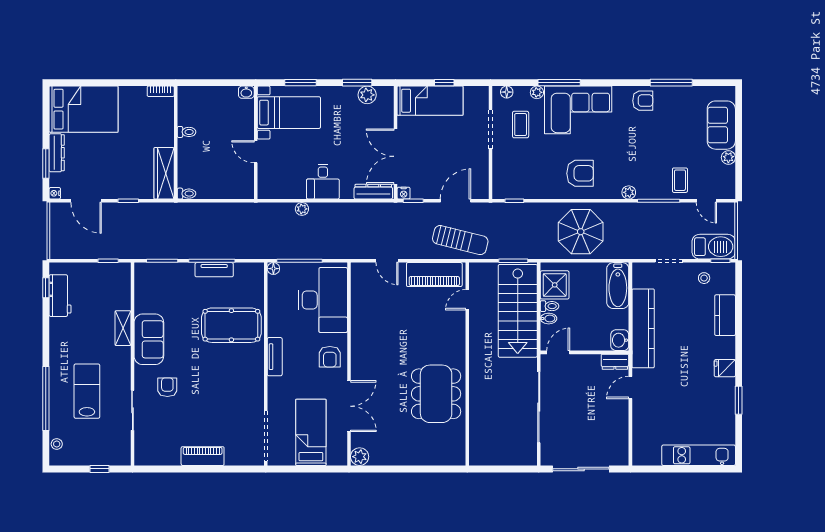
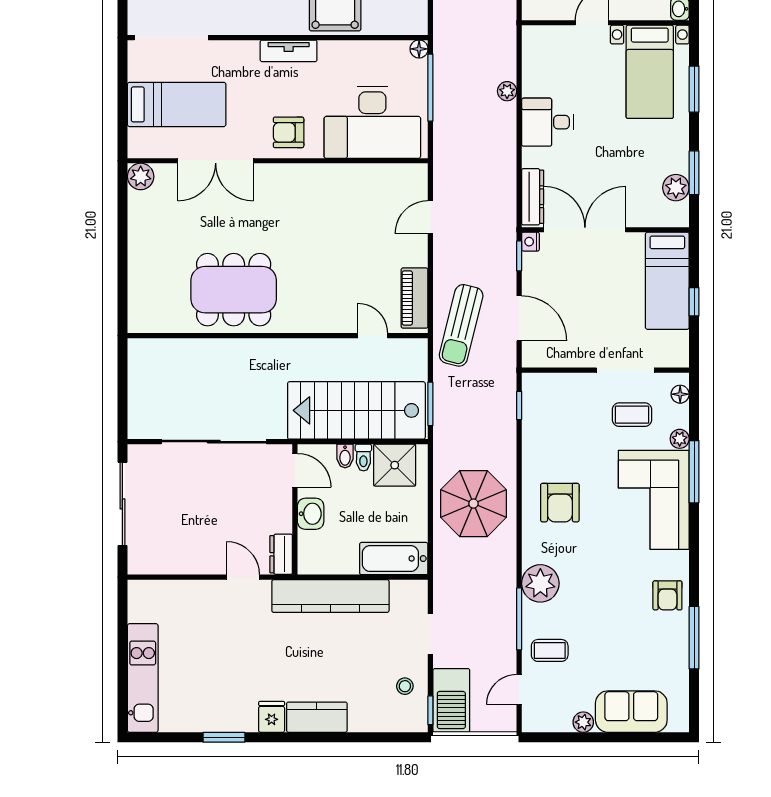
plant: (629, 192) -> (540, 583), width x1.88, depth x1.88
piano: (434, 275) -> (415, 298), width x0.73, depth x0.75
kitchen counter: (725, 315) -> (317, 717), moved
washbasin: (620, 340) -> (311, 514), moved, turned 90

